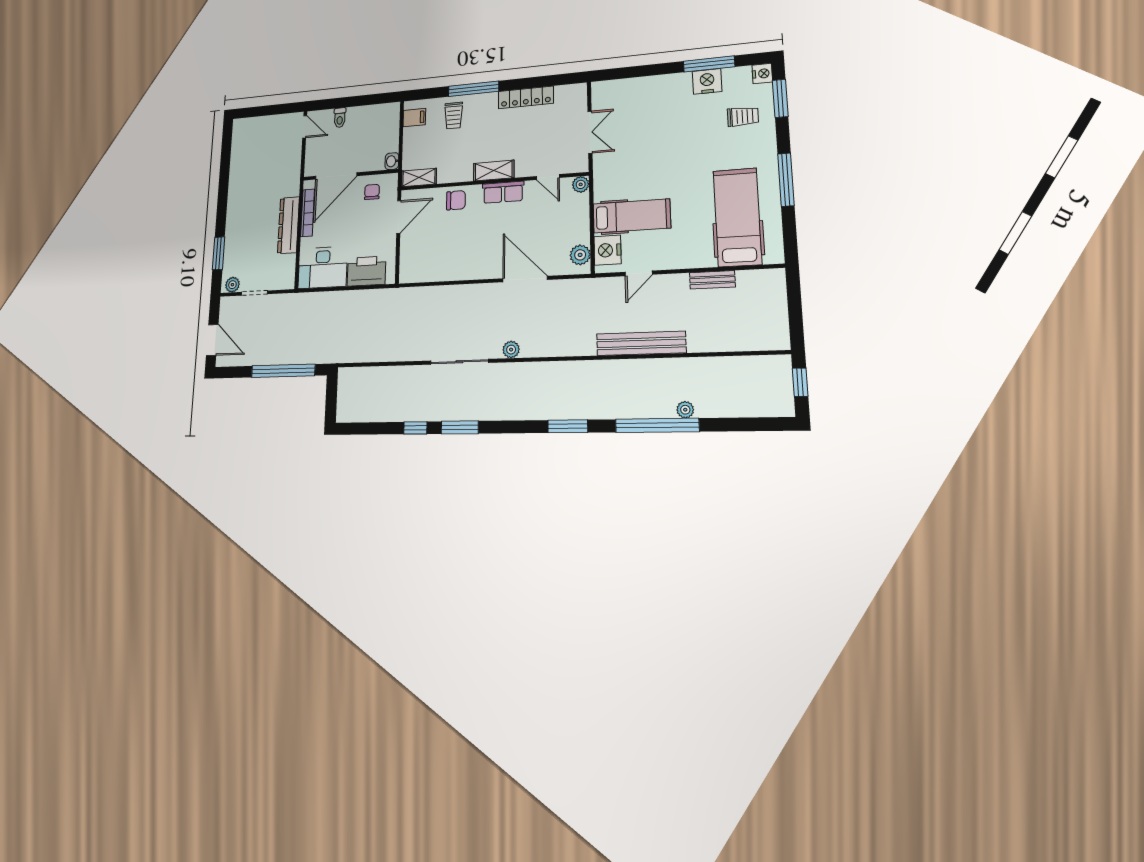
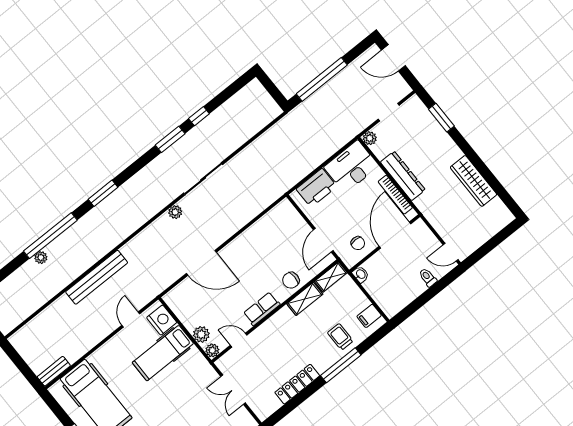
shelving: (494, 170) -> (305, 299), moved
wardrobe: (239, 177) -> (473, 181), added
plant: (580, 255) -> (201, 334), moved
bench: (712, 280) -> (54, 371), moved
plant: (232, 285) -> (370, 138), moved

